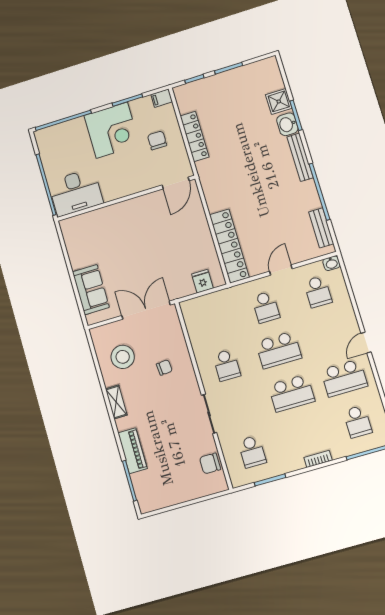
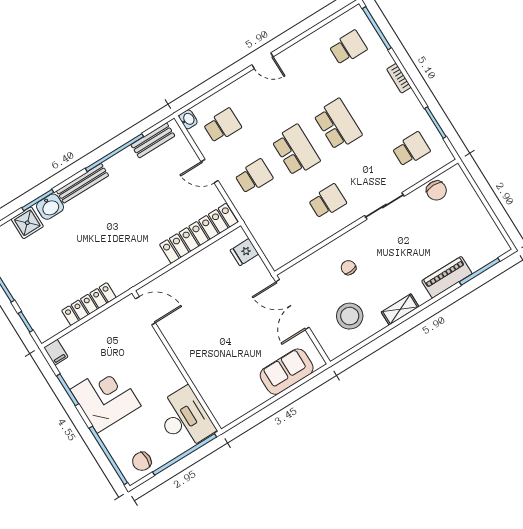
chair: (157, 140) -> (142, 461), moved
school desk: (344, 378) -> (306, 74), removed

